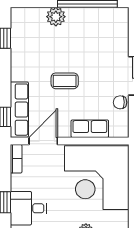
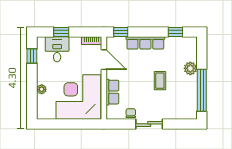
coffee table: (65, 81) -> (160, 81), moved
row of seats: (19, 110) -> (145, 43), moved

